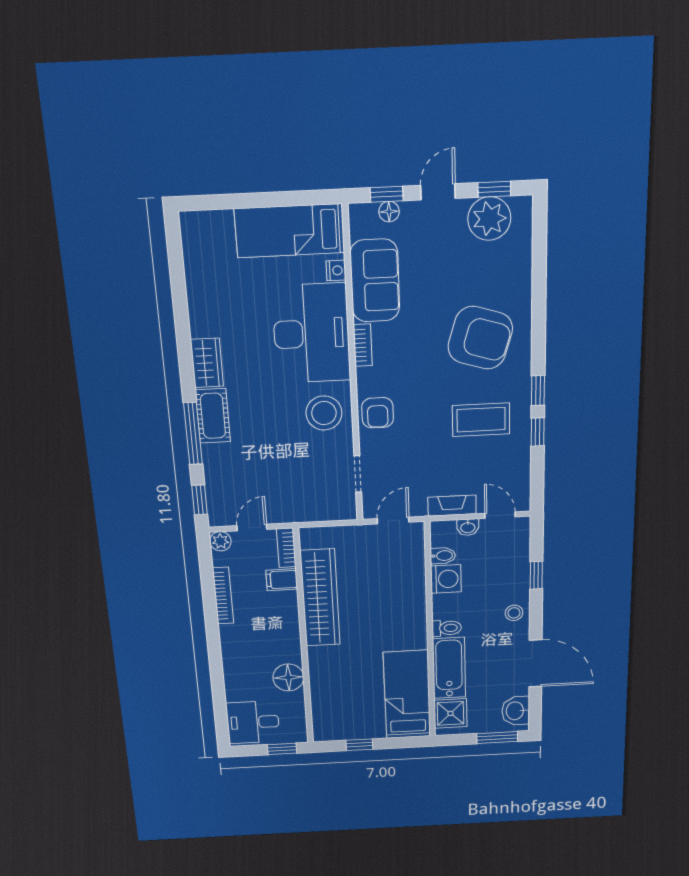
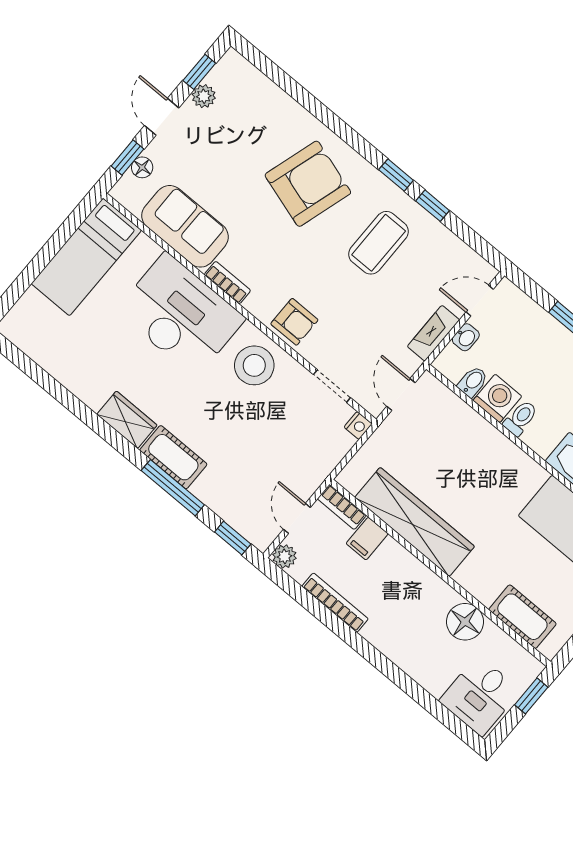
plant: (489, 219) -> (204, 96), width x0.53, depth x0.53
nightstand: (336, 270) -> (358, 425), moved, turned 90
toilet: (447, 628) -> (521, 418), moved
cot: (324, 705) -> (522, 617), added

